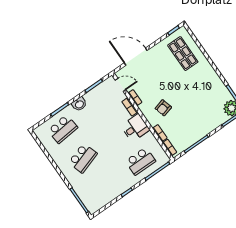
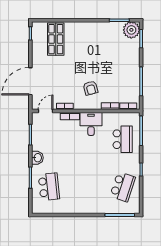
shop shelf: (183, 54) -> (56, 39), turned 90
school desk: (83, 158) -> (123, 187), moved, turned 36

